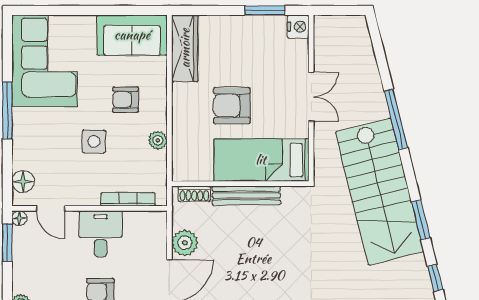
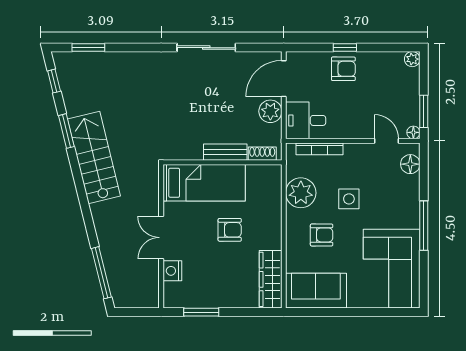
nightstand: (298, 27) -> (172, 271), moved
armchair: (232, 106) -> (230, 230), width x0.72, depth x0.72
window: (396, 119) -> (101, 273), moved
plant: (158, 140) -> (301, 193), width x1.87, depth x1.87
stairs: (380, 192) -> (94, 158), width x0.73, depth x0.66
bench: (246, 196) -> (225, 152), width x0.73
desk: (101, 234) -> (306, 120), moved, turned 90

